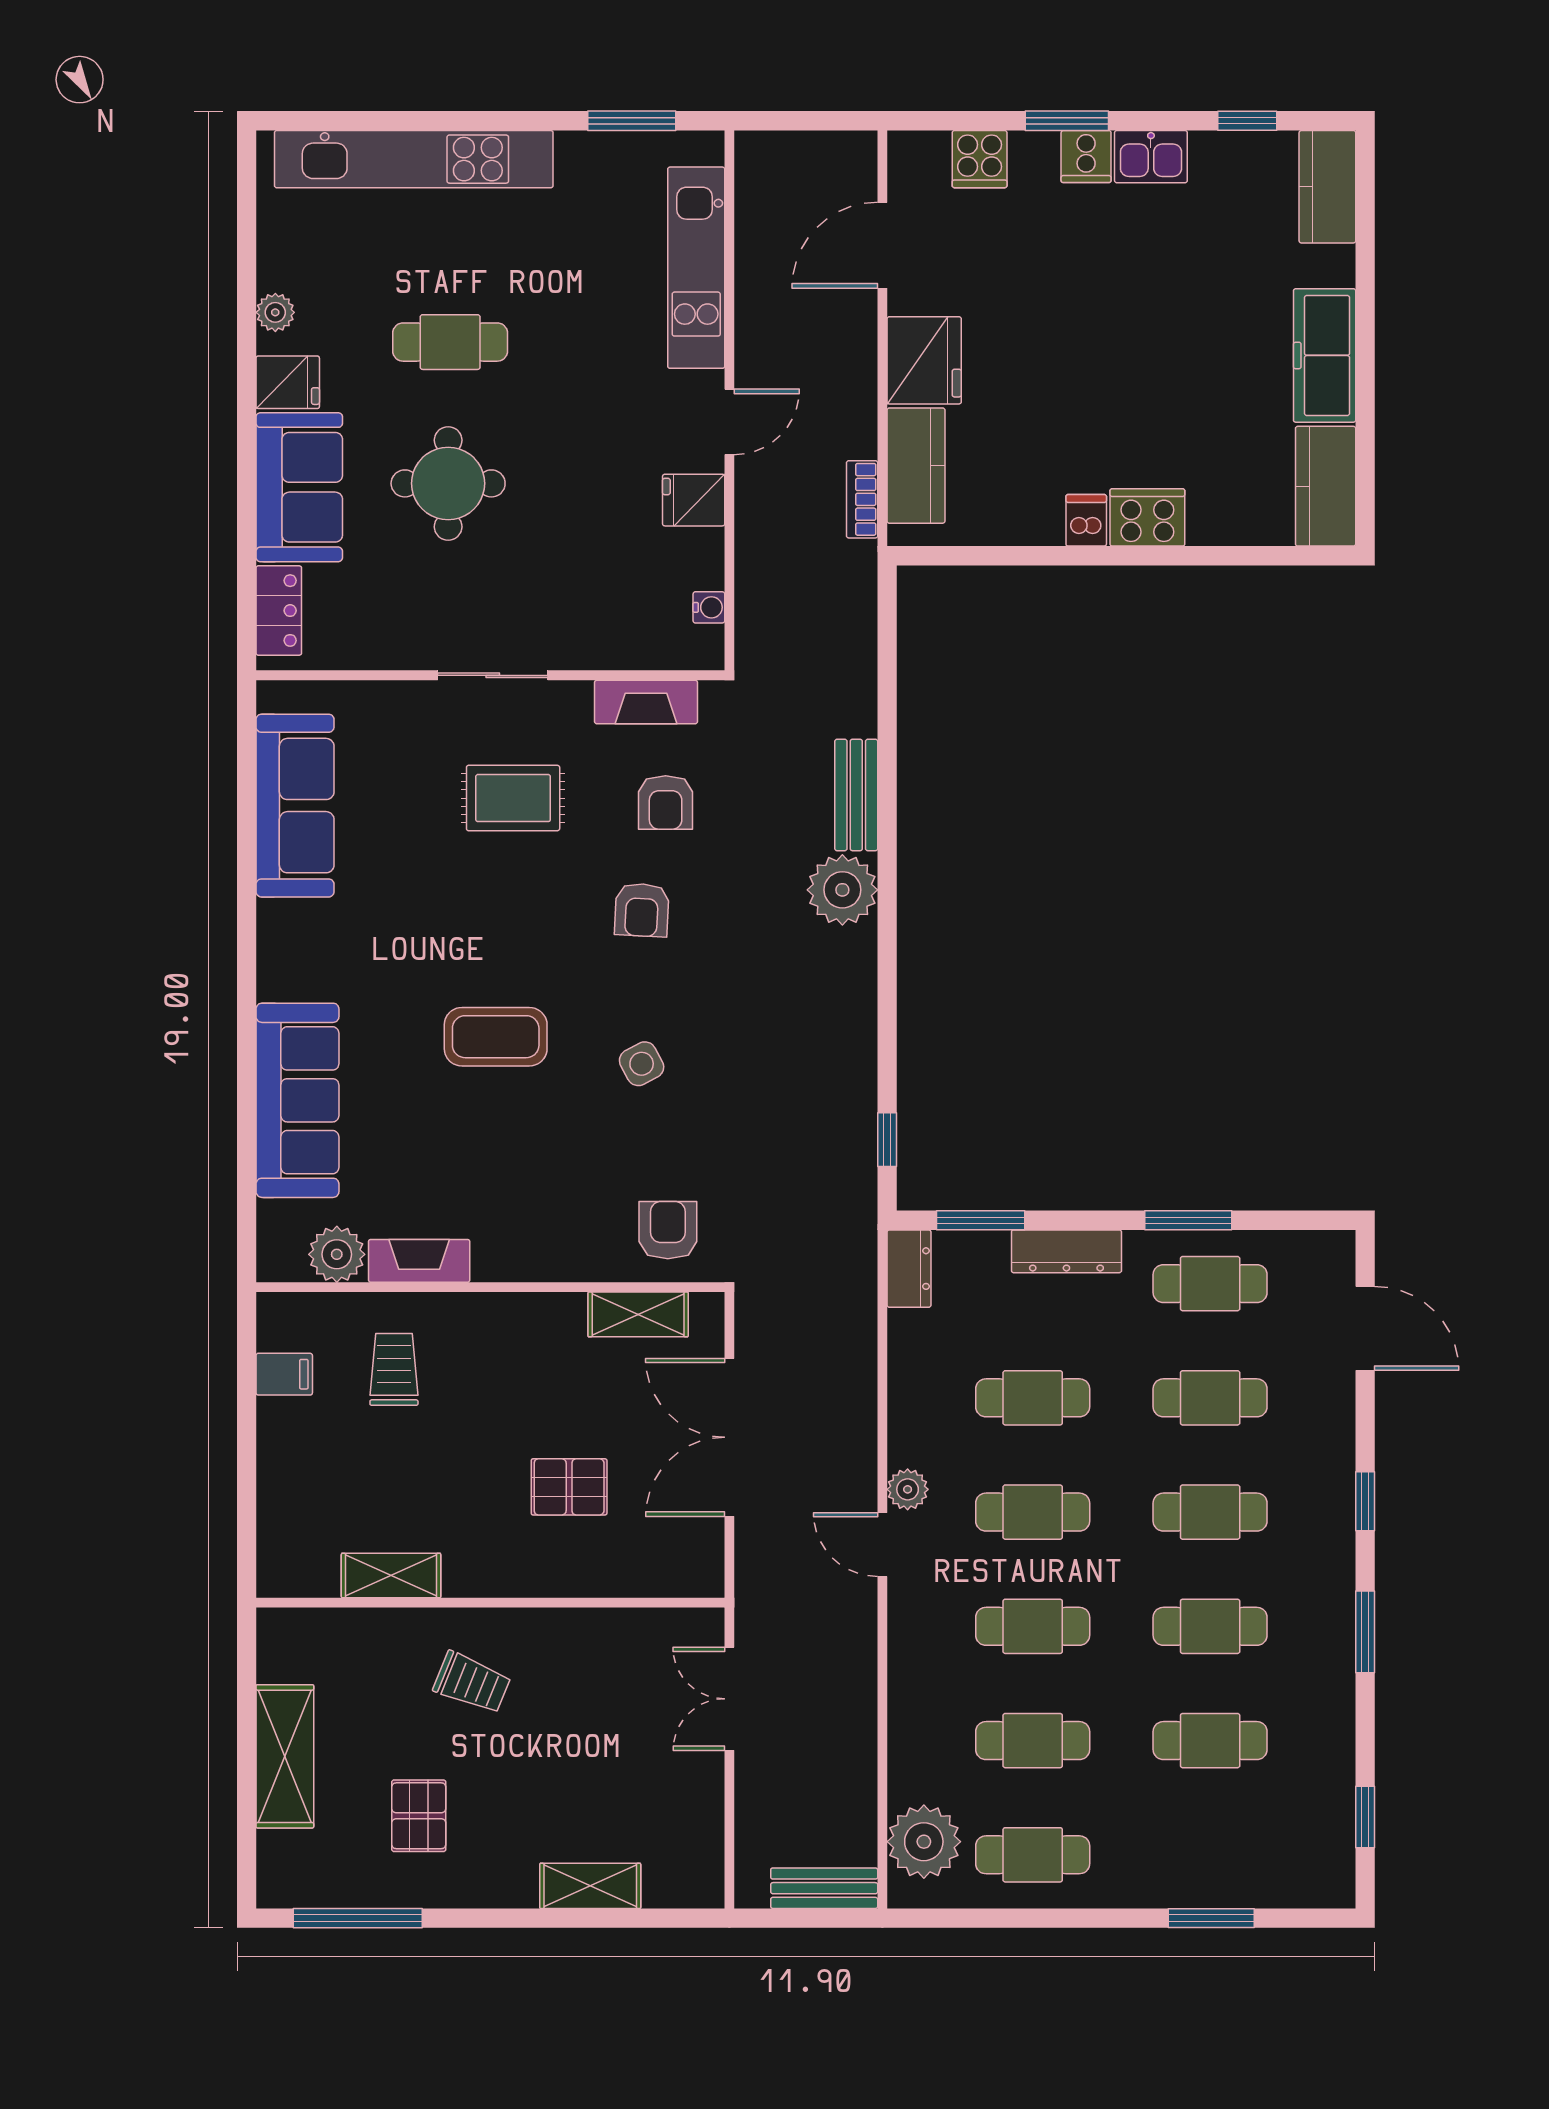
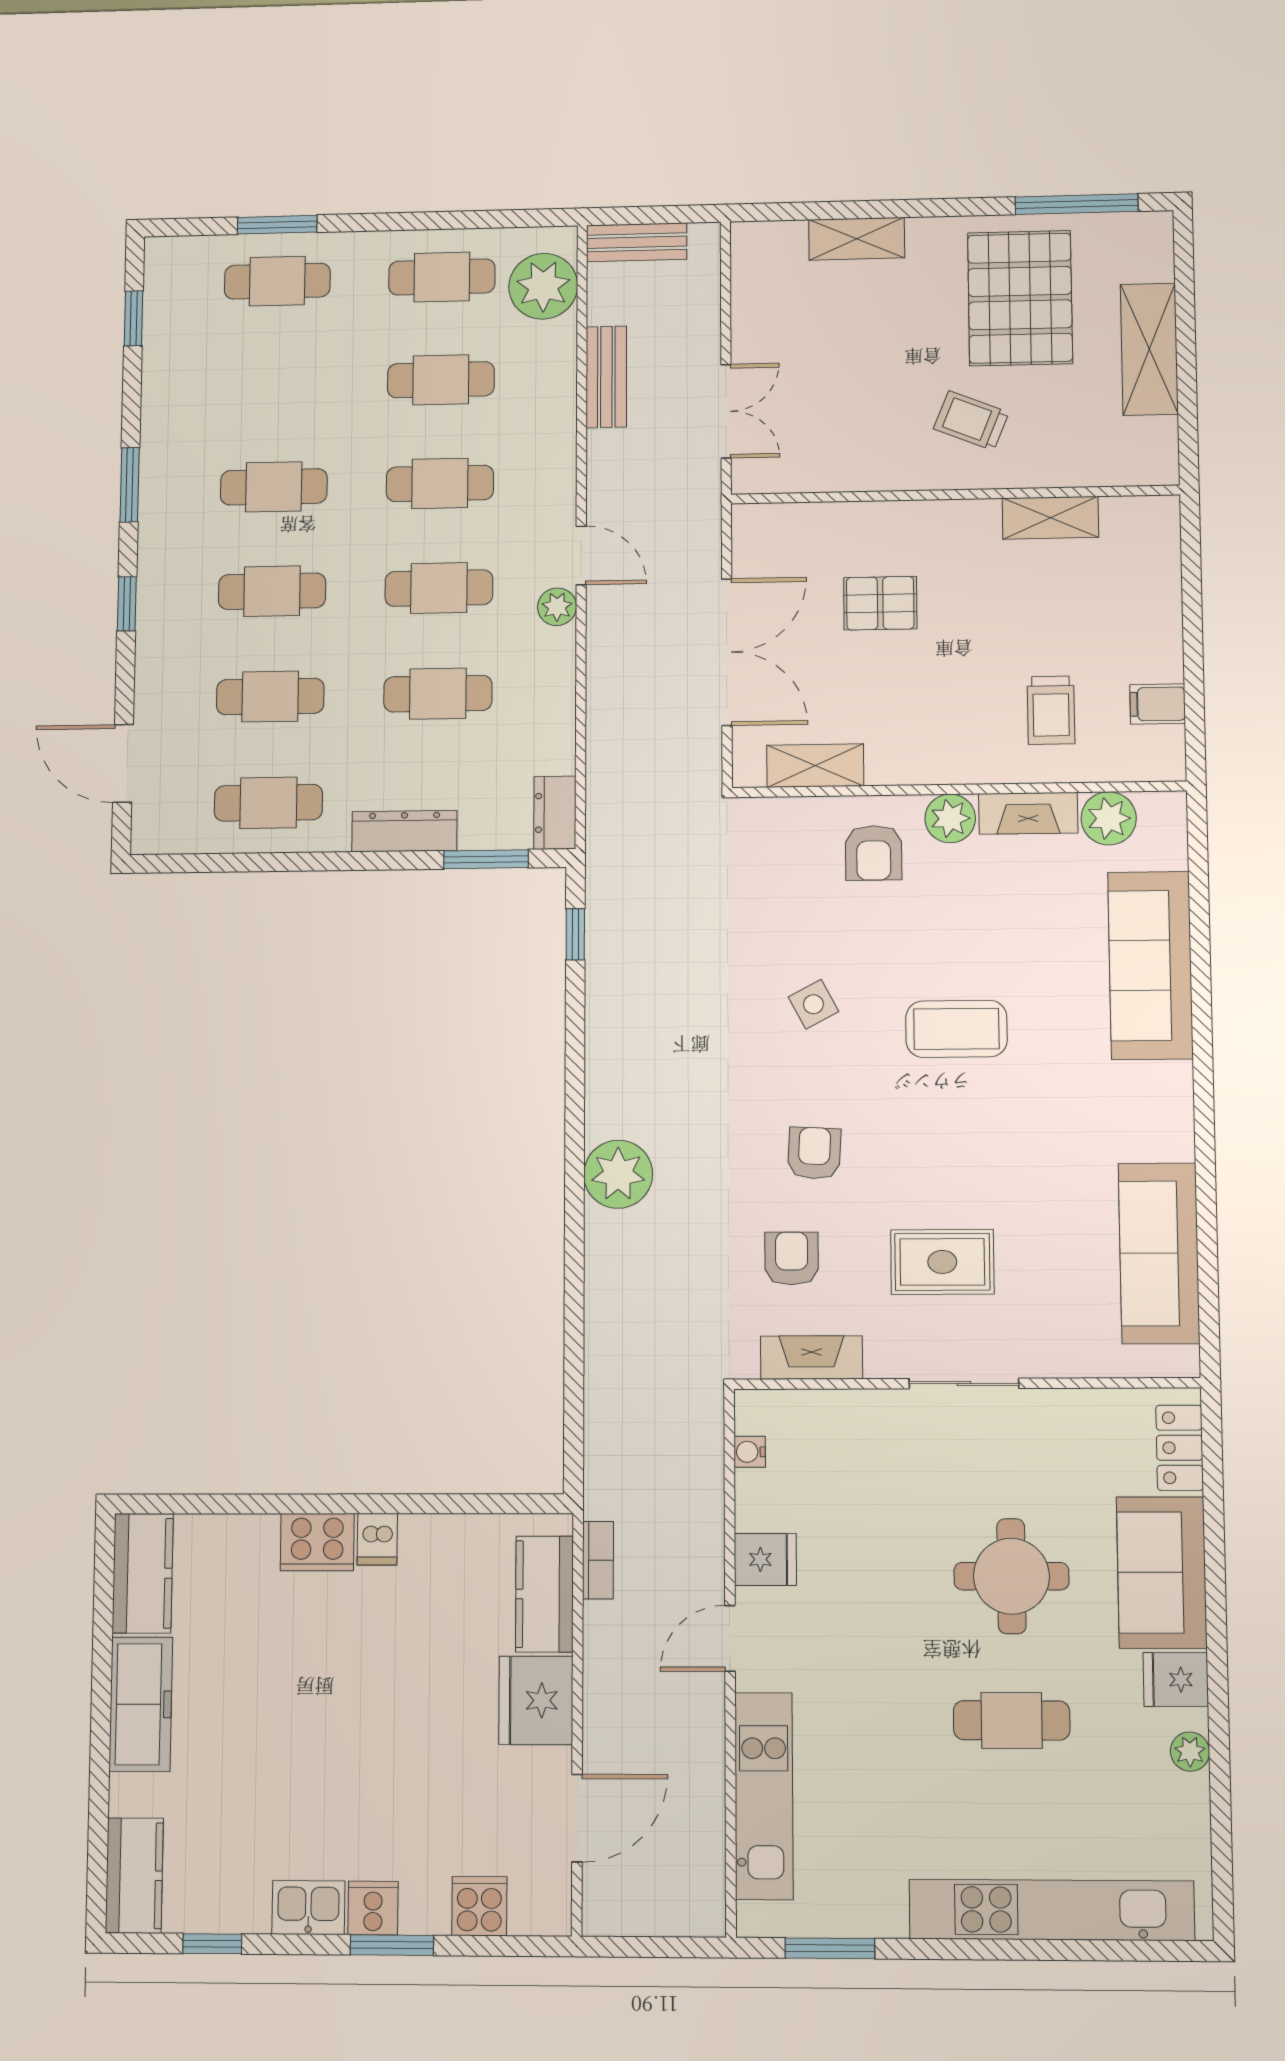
bench: (856, 795) -> (606, 377), moved
window: (1188, 1220) -> (288, 862), removed
armchair: (668, 1230) -> (874, 853), moved
plant: (499, 1257) -> (950, 818), added
cafe table: (1210, 1741) -> (277, 281), moved
pallet: (419, 1816) -> (1020, 298), width x2.05, depth x2.00

